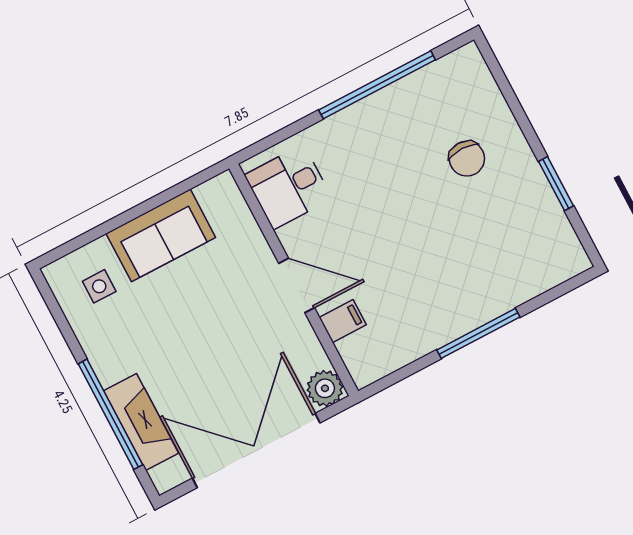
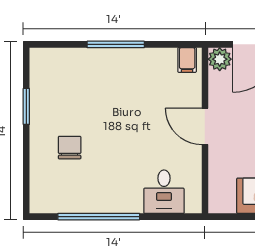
desk: (288, 187) -> (164, 192), moved, turned 90
filing cabinet: (343, 321) -> (187, 60), moved, turned -90

